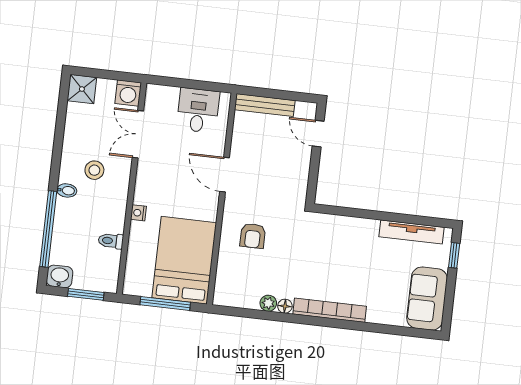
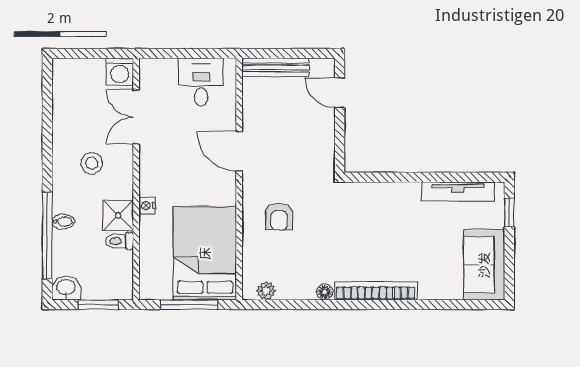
shower: (82, 89) -> (118, 215), moved
bidet: (67, 190) -> (63, 222), moved
plant: (268, 303) -> (266, 291), moved

